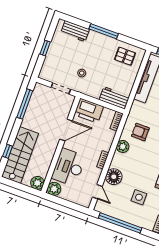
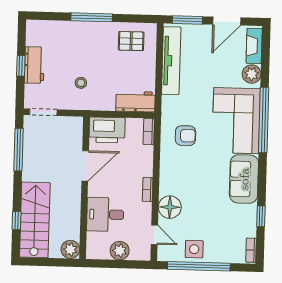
workbench: (75, 31) -> (34, 65), moved, turned -90
doorway: (61, 88) -> (43, 112), moved
armchair: (140, 132) -> (185, 136), turned 180
plant: (123, 146) -> (168, 163), removed
desk: (69, 167) -> (105, 214), width x0.73
plant: (54, 189) -> (120, 251), moved
side table: (139, 197) -> (194, 249), moved

